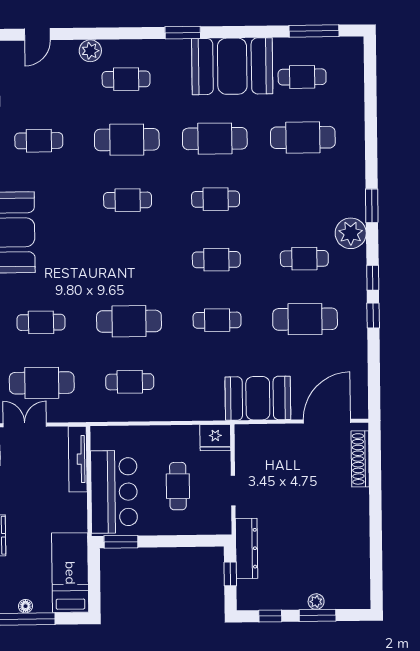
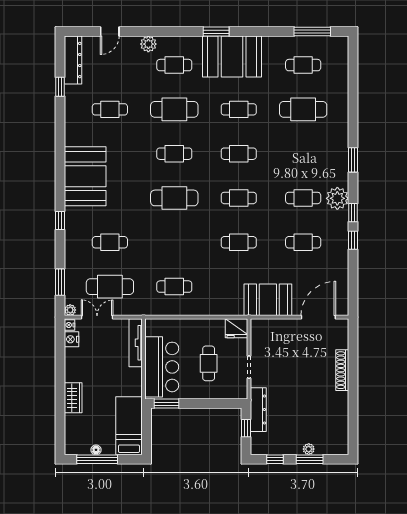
booth: (232, 66) -> (232, 57), moved
cafe table: (215, 139) -> (239, 109), width x0.73, depth x0.74
plant: (351, 233) -> (337, 198), moved
cafe table: (305, 319) -> (303, 242), width x0.73, depth x0.74
cafe table: (129, 321) -> (174, 198), moved
shoe rack: (360, 459) -> (342, 370), moved

